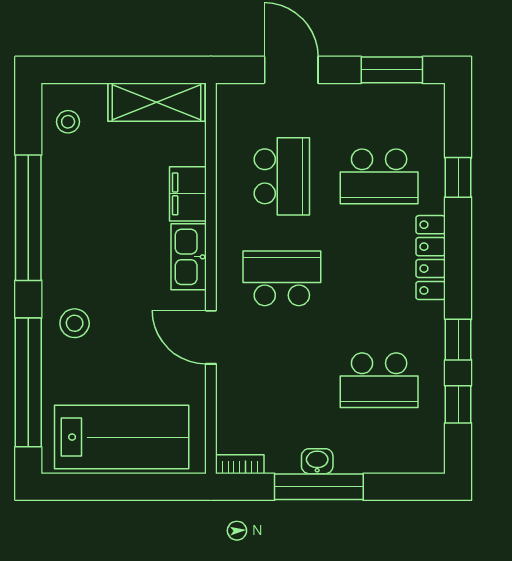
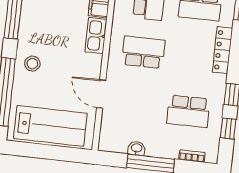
door: (211, 337) -> (101, 94), moved
washbasin: (317, 461) -> (137, 148), moved
bookcase: (240, 464) -> (192, 156), moved

